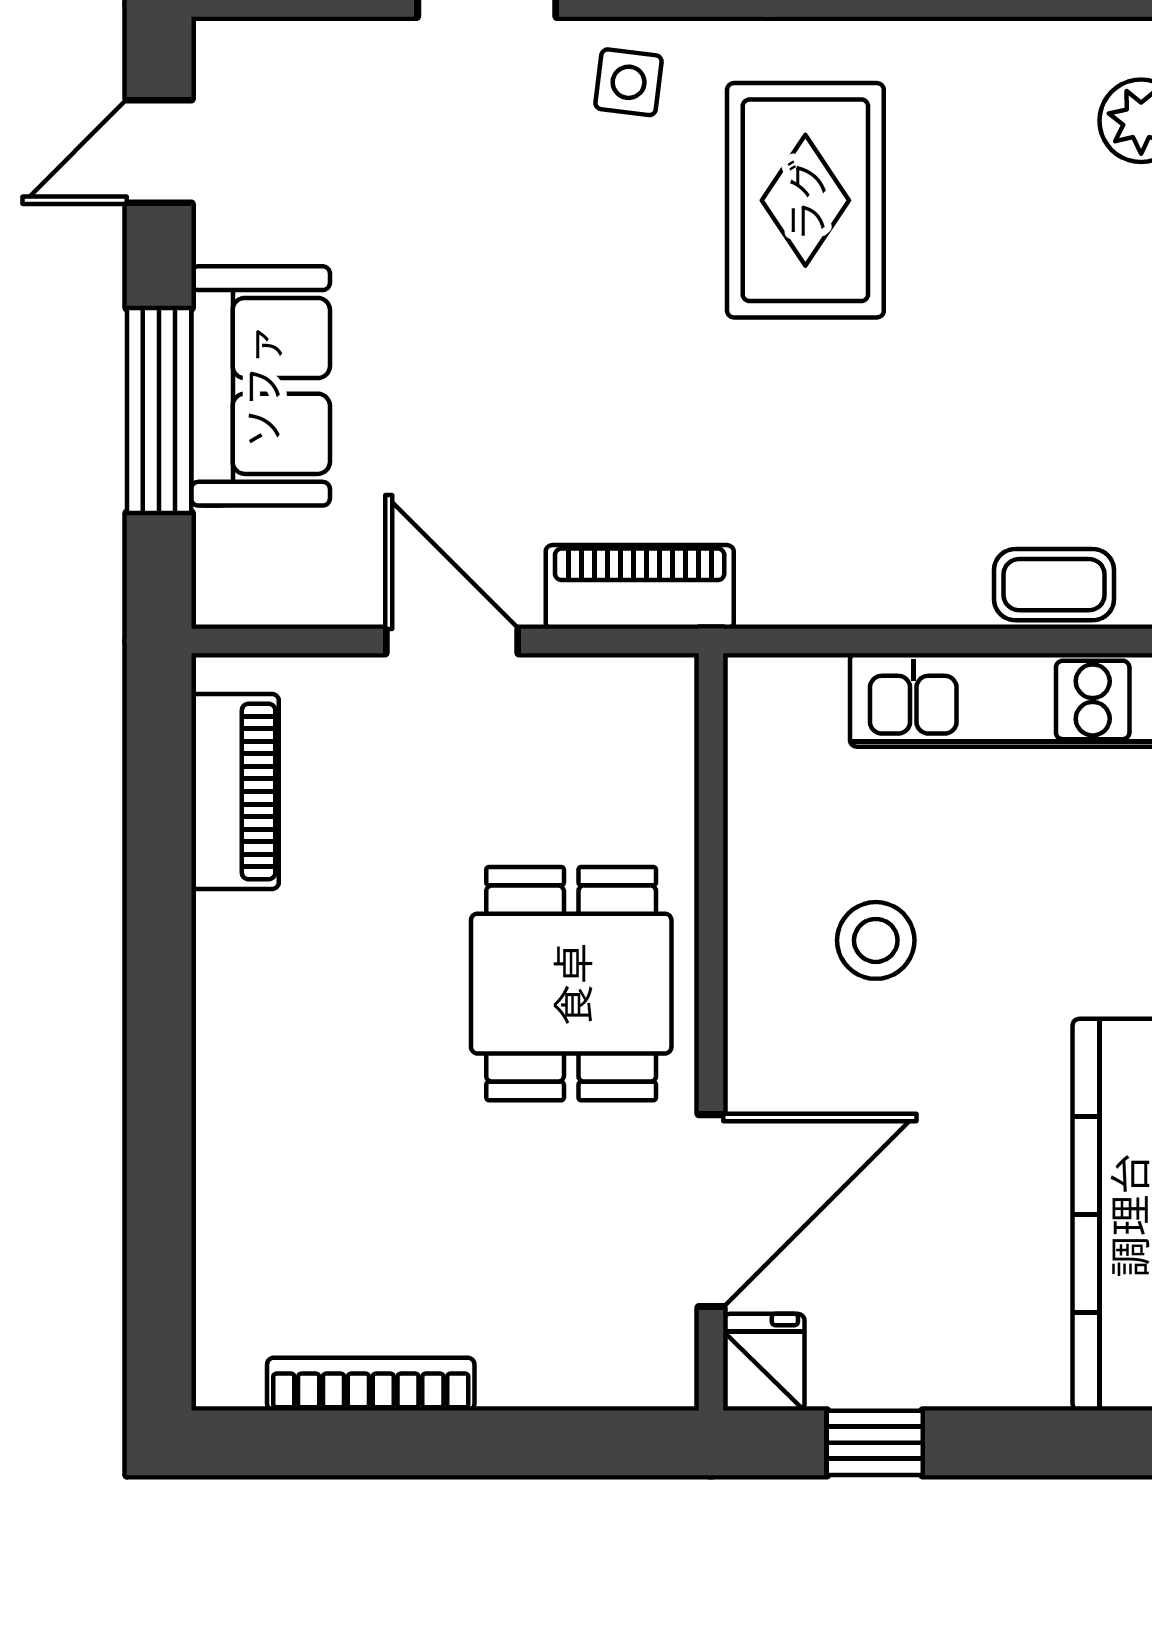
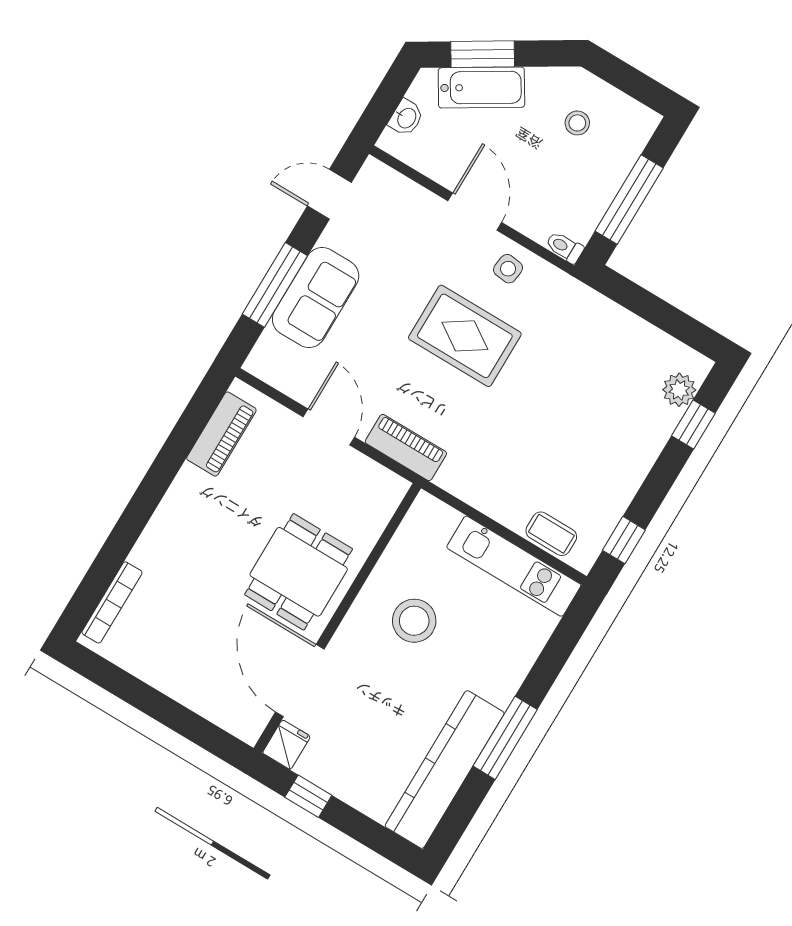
rug: (805, 200) -> (465, 336), moved, turned 90
stool: (876, 940) -> (414, 621), width x1.38, depth x1.38
door: (711, 1211) -> (300, 681), swing flipped
bookcase: (371, 1384) -> (112, 602), moved, turned 90

